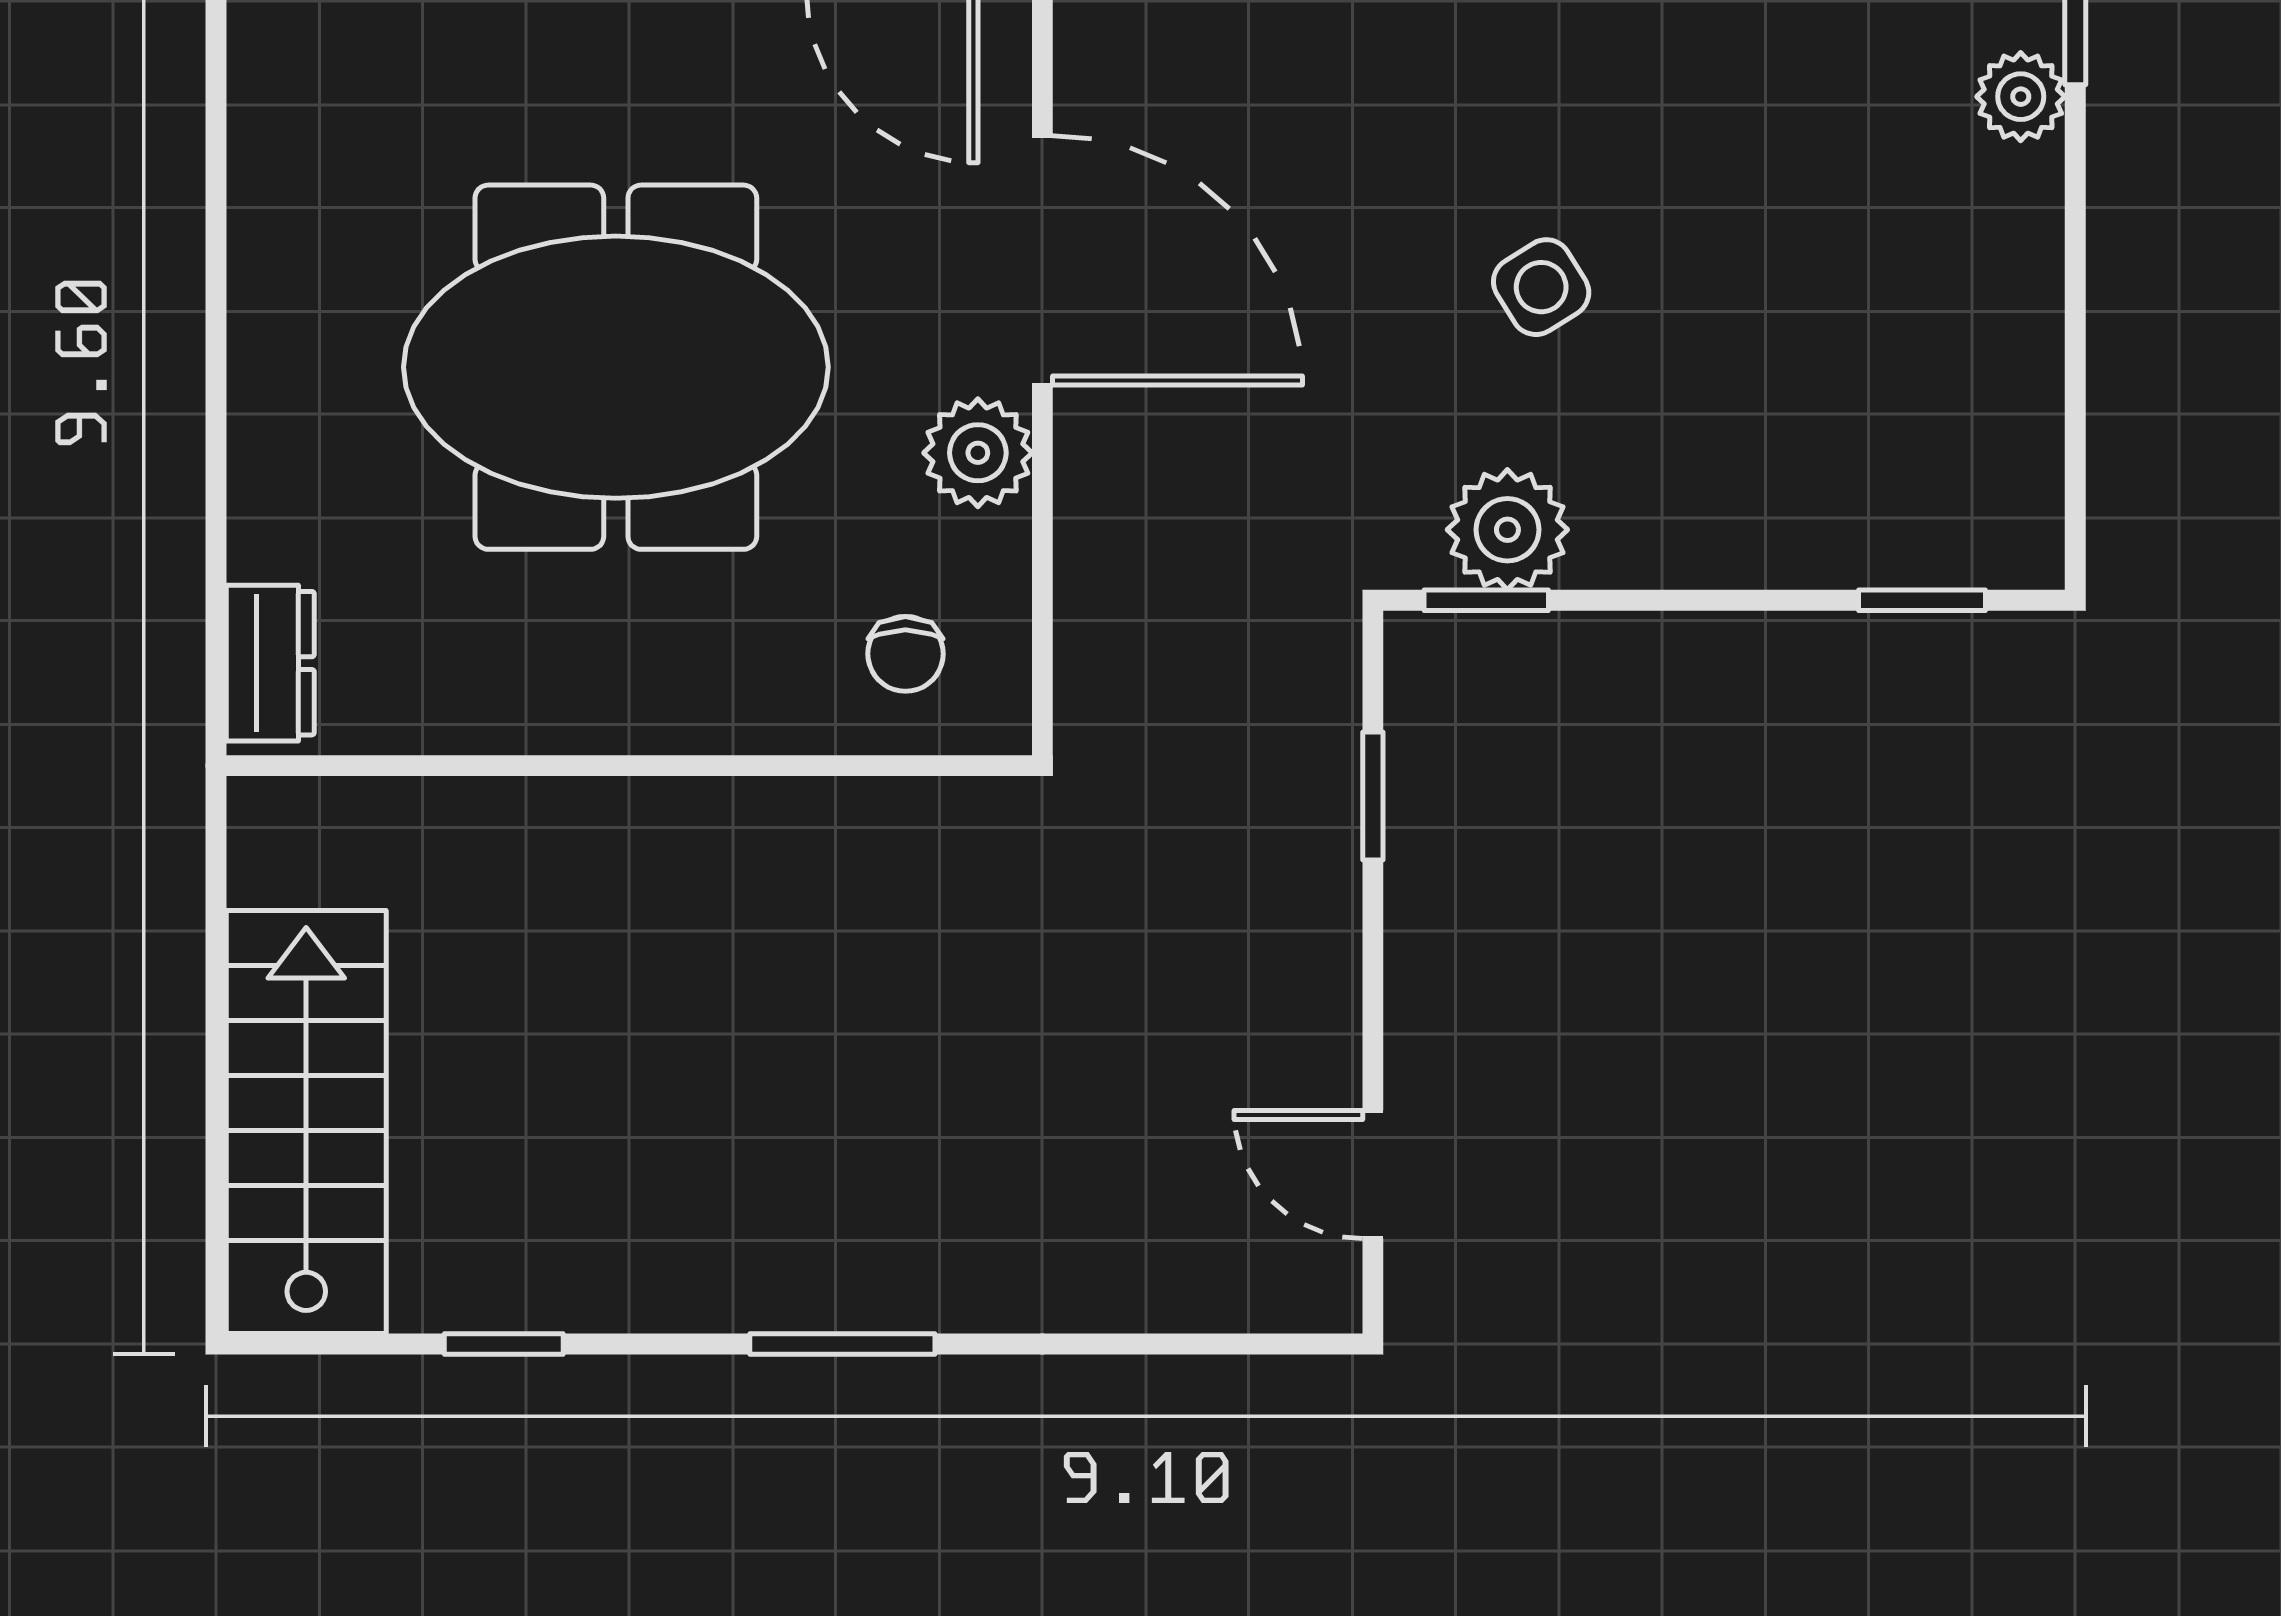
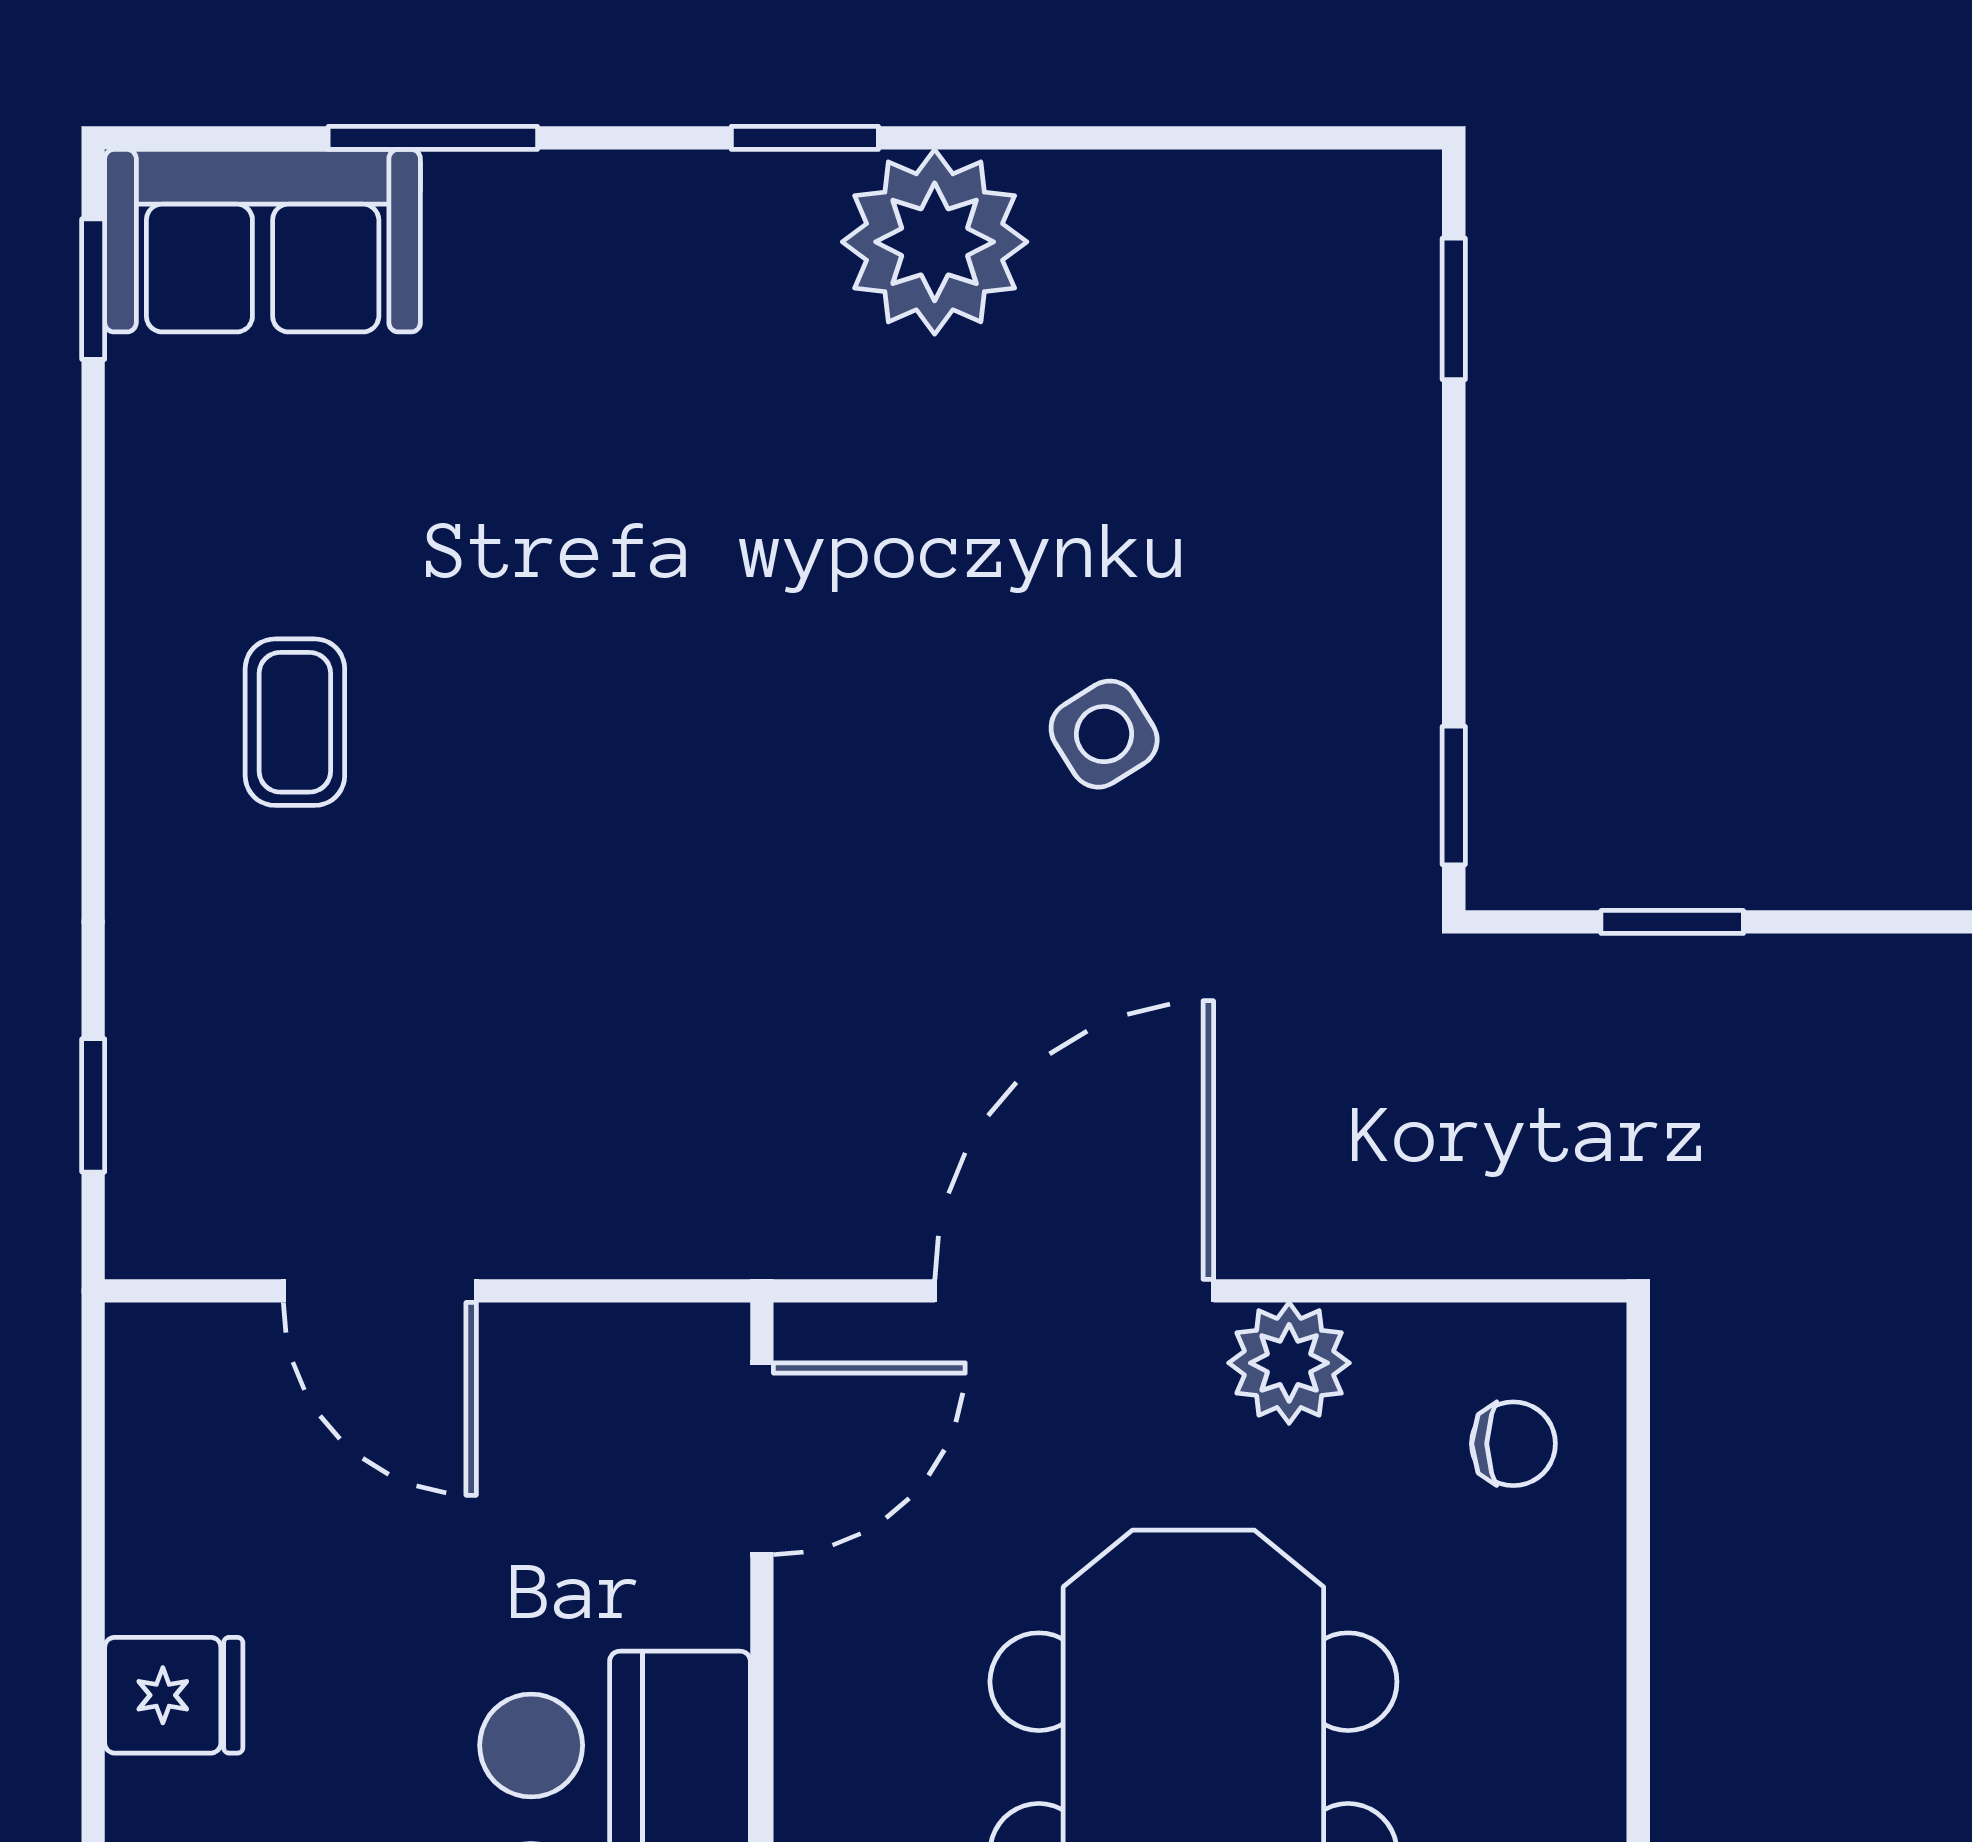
plant: (2021, 97) -> (935, 242), width x1.87, depth x1.87
plant: (1507, 530) -> (1375, 772), removed

